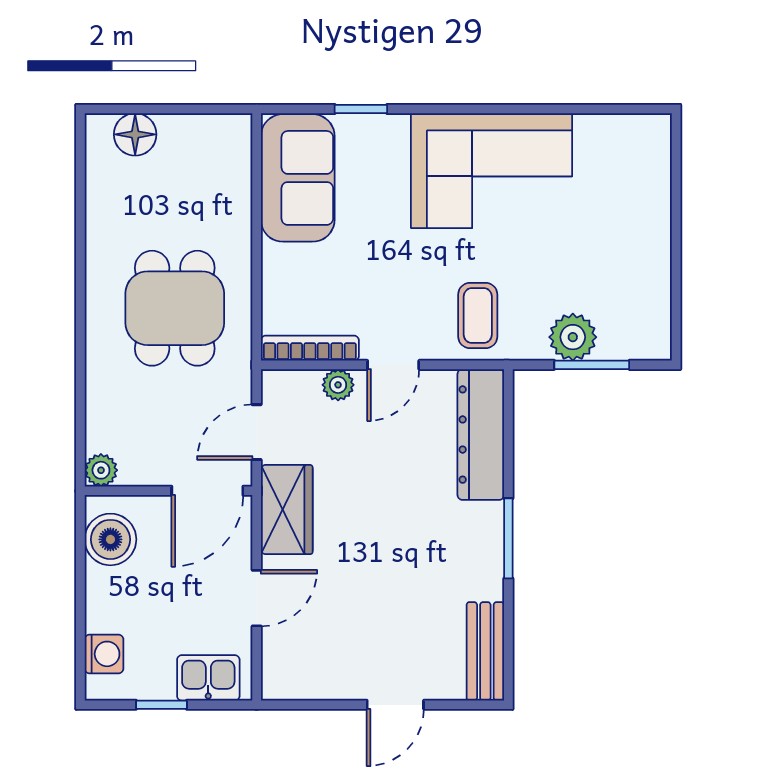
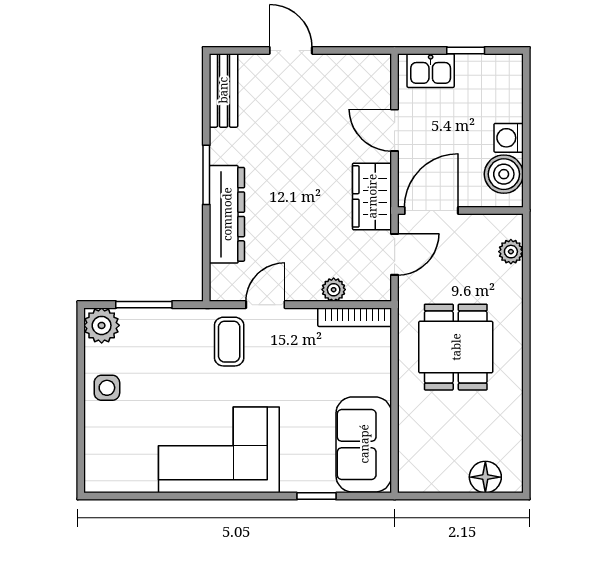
side table: (641, 254) -> (107, 388), added
plant: (573, 337) -> (102, 325), moved
door: (393, 365) -> (265, 305), moved
dresser: (481, 435) -> (227, 214), moved
plant: (101, 470) -> (511, 252), moved
door: (257, 598) -> (395, 130), hinge flipped
washing machine: (104, 654) -> (509, 138), moved
door: (395, 705) -> (291, 50), hinge flipped

